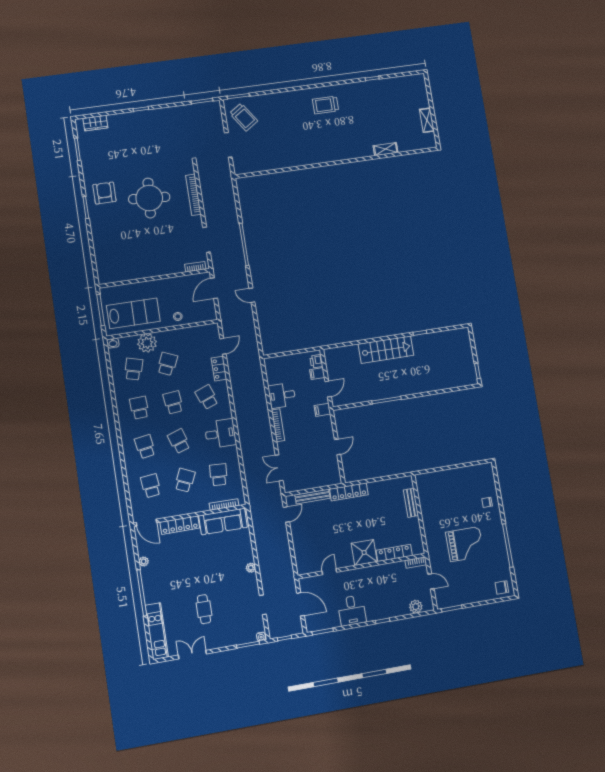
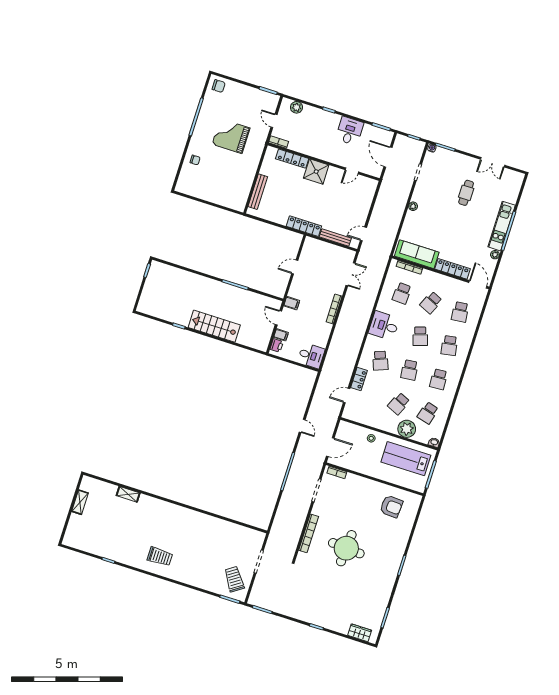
armchair: (104, 193) -> (391, 506), moved, turned -87
door: (328, 389) -> (278, 318), hinge flipped
desk: (282, 395) -> (311, 356), moved
bench: (411, 503) -> (258, 192), width x1.36
kitchen unit: (157, 631) -> (502, 226), moved

